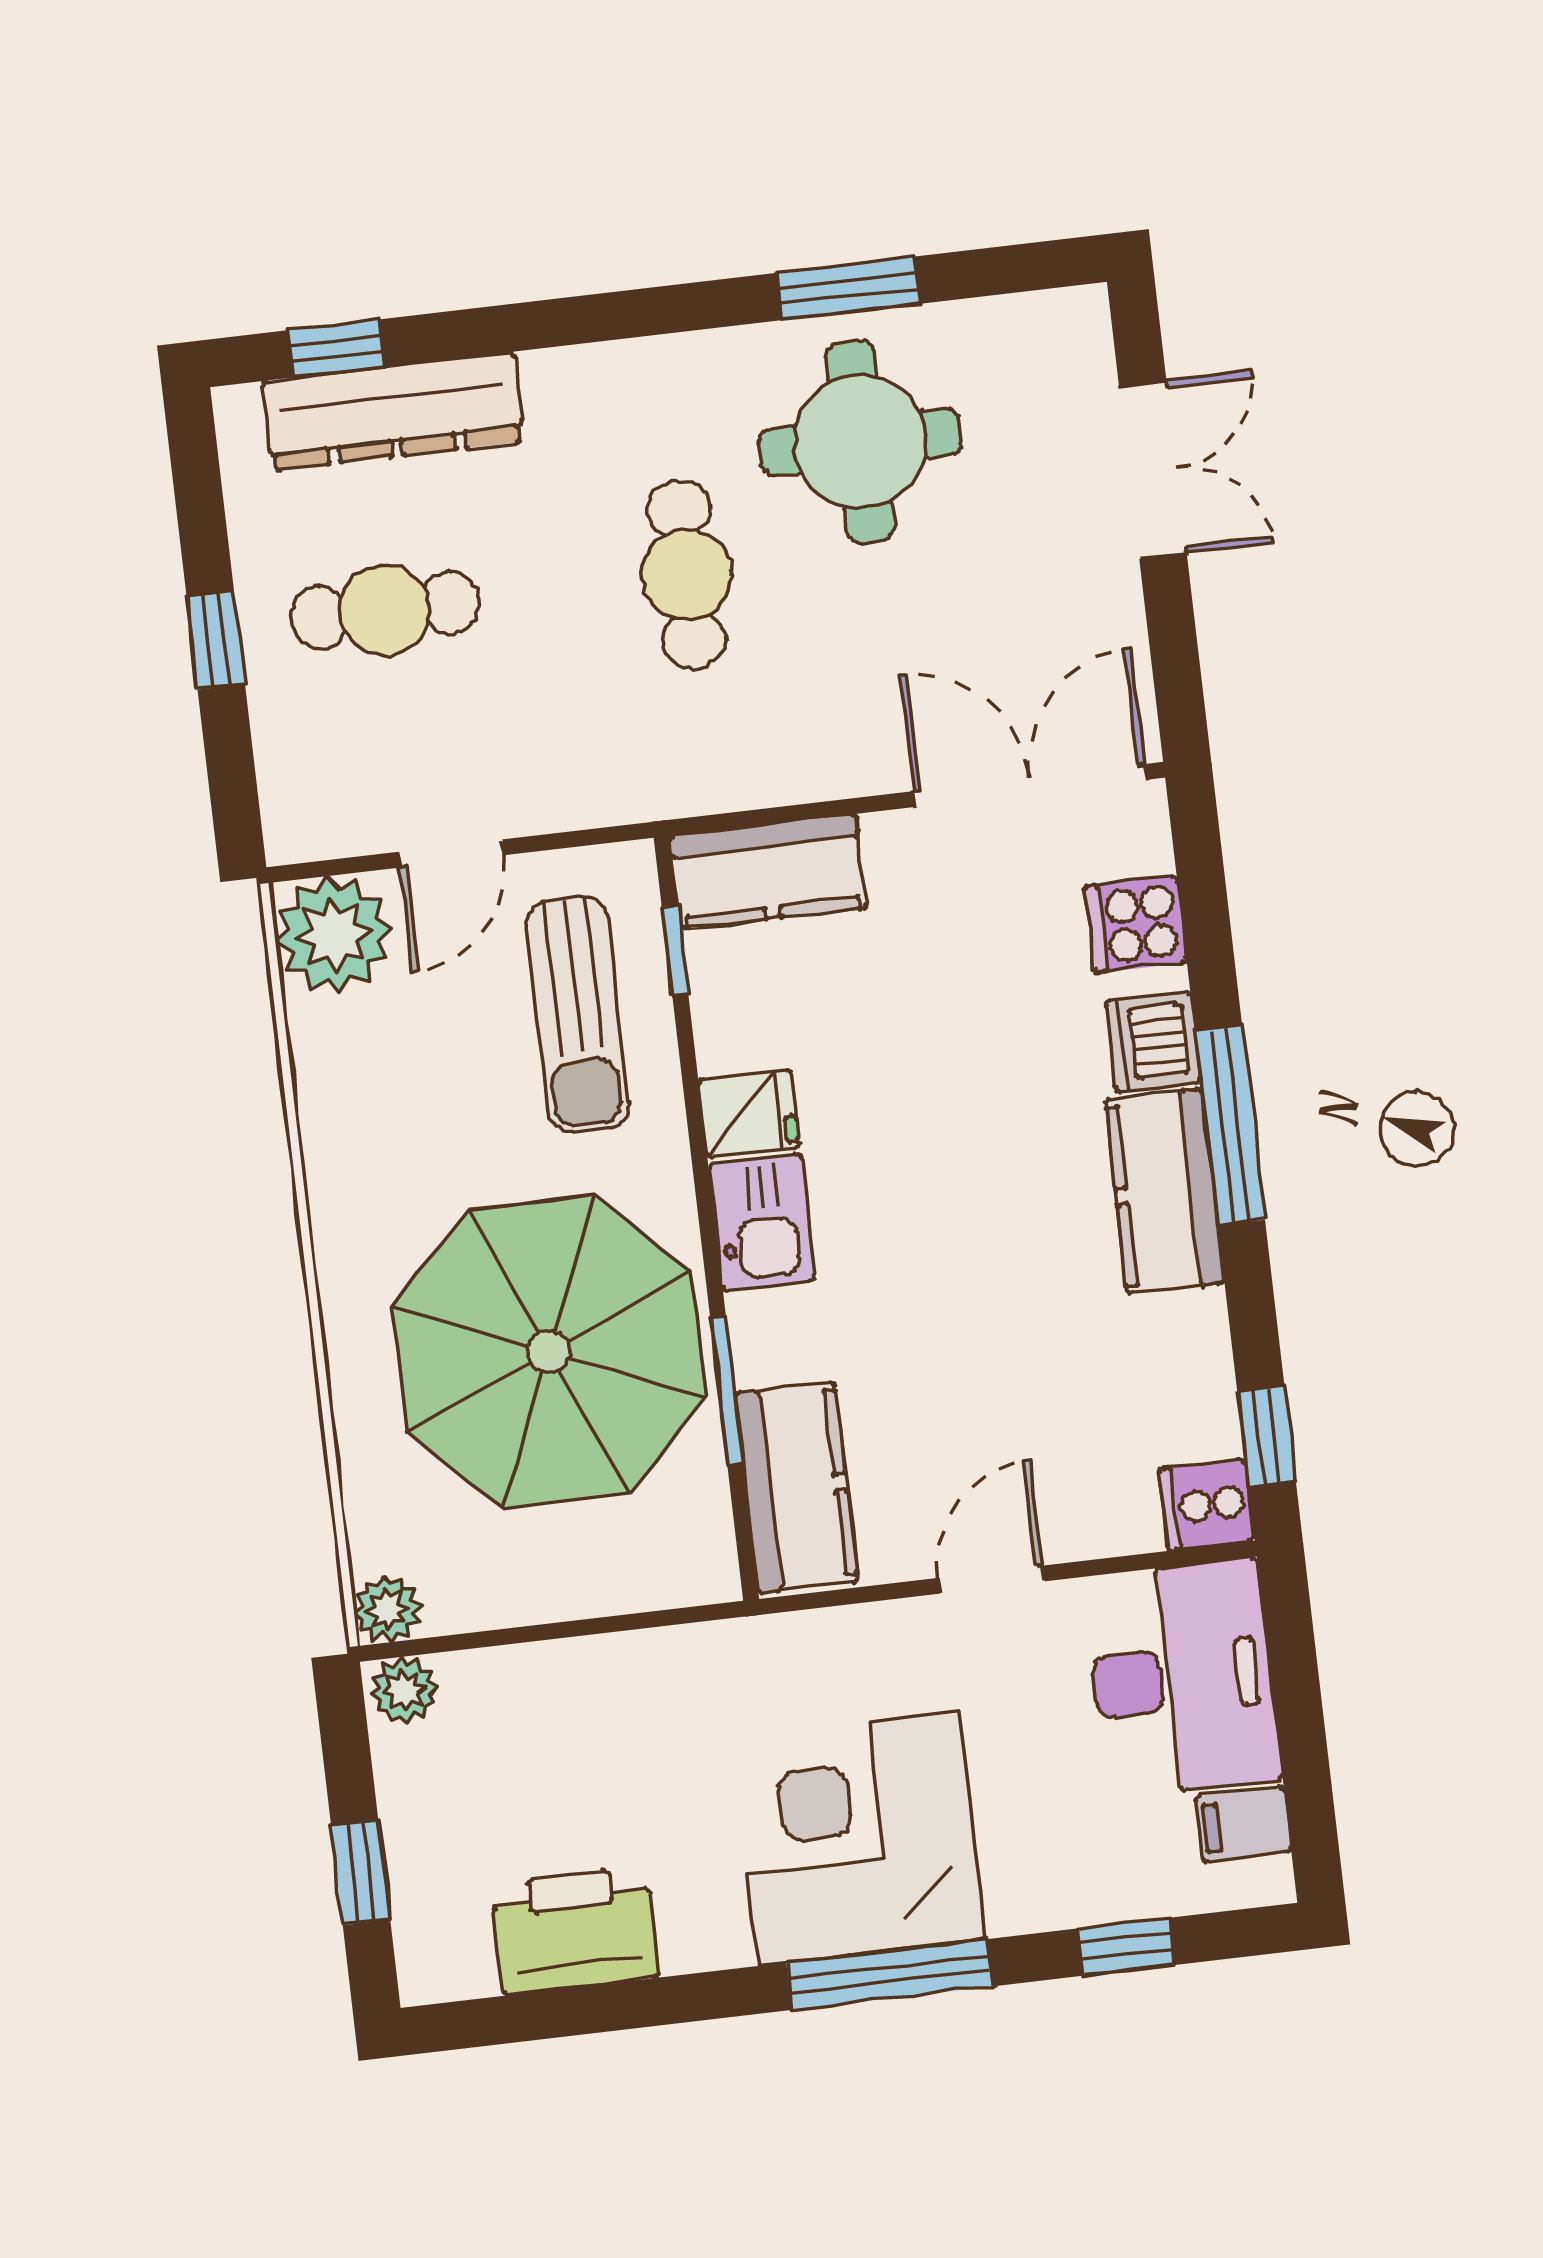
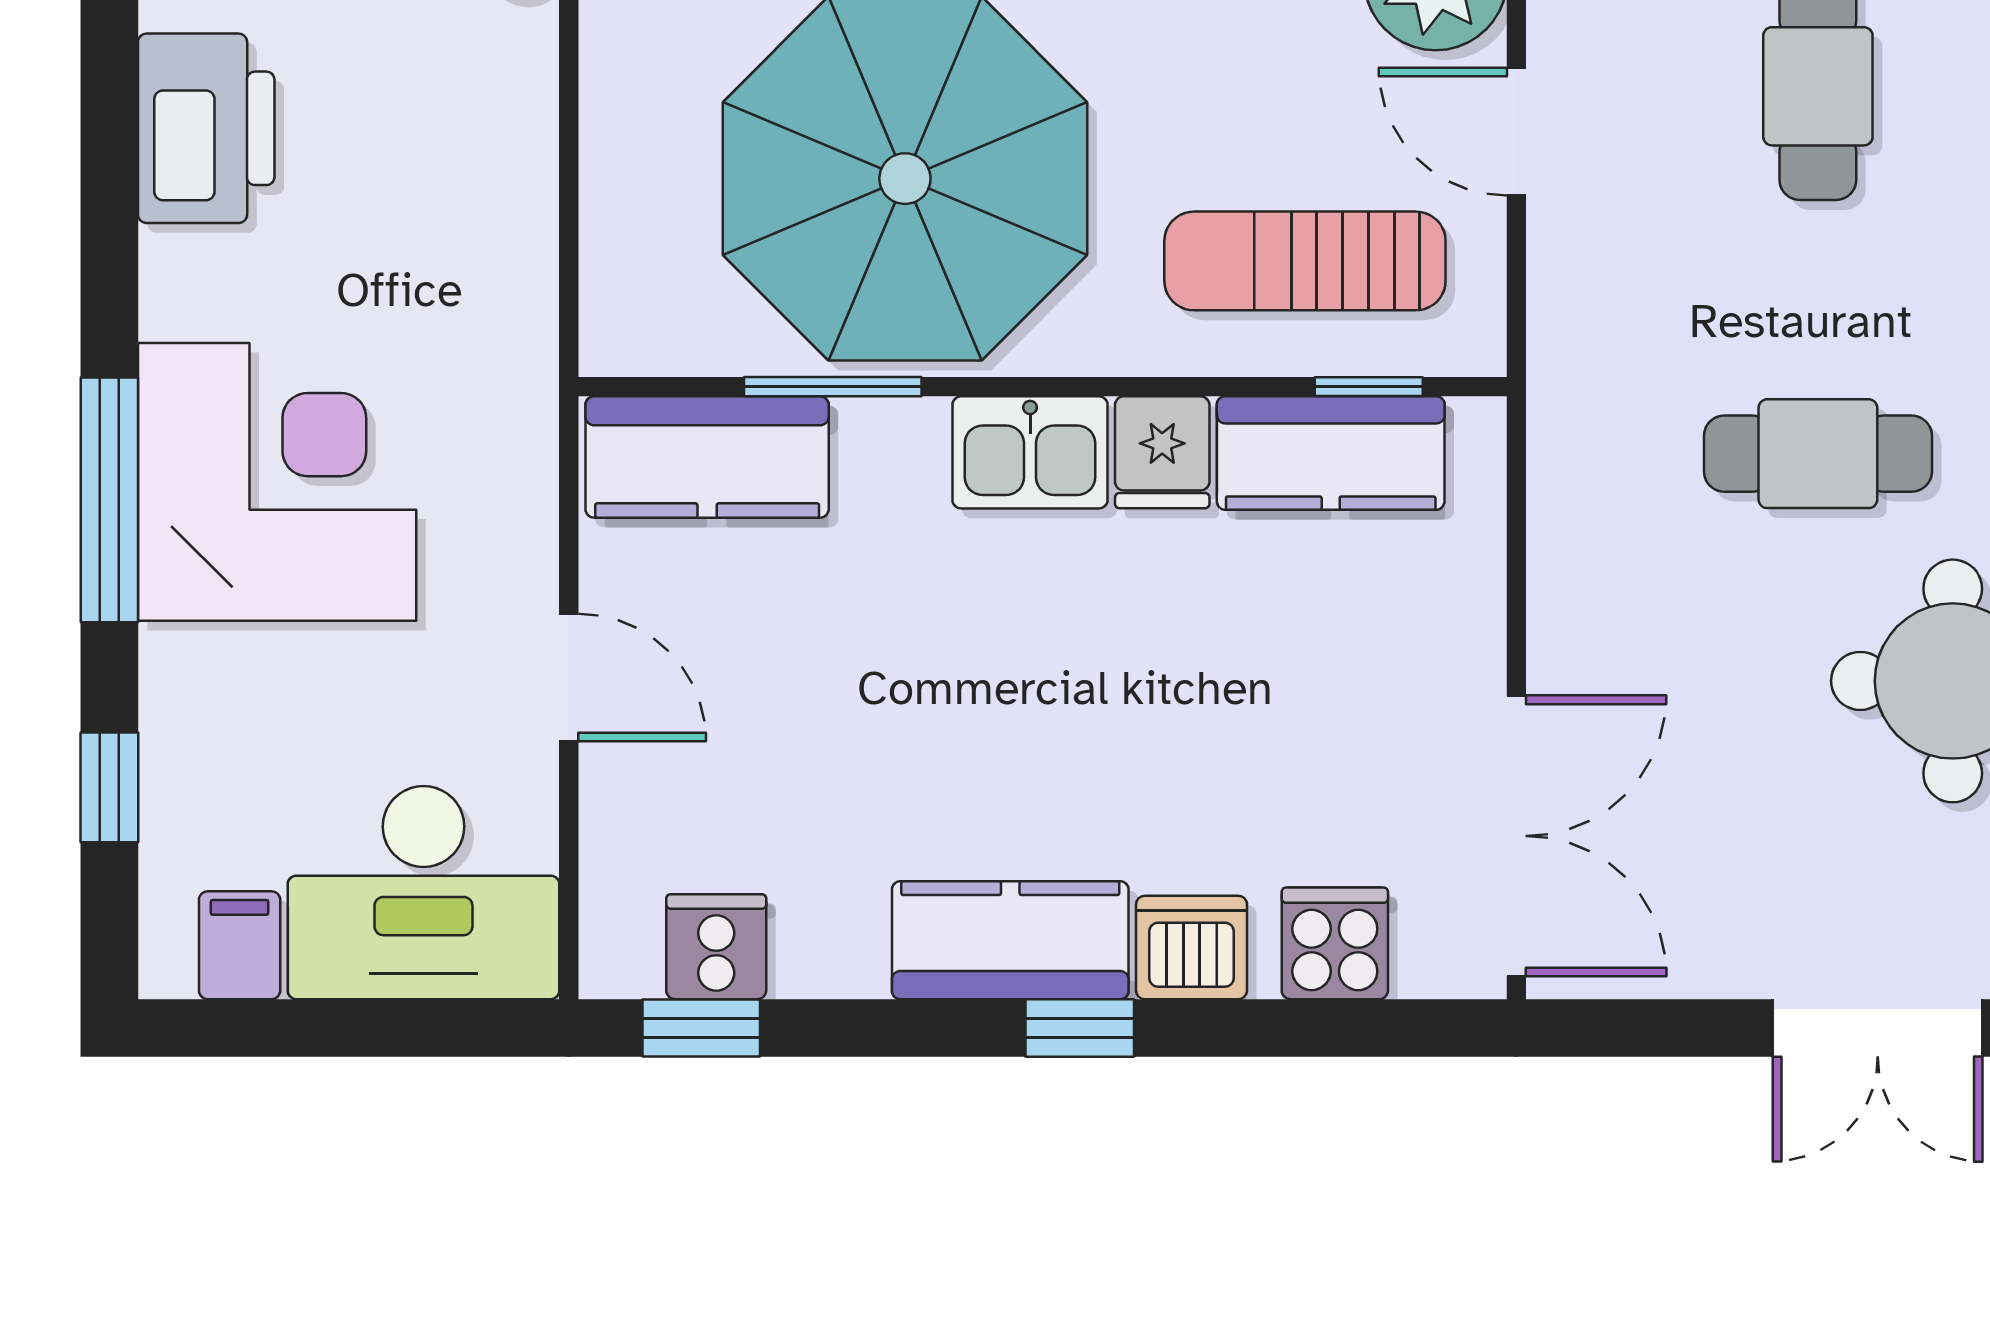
kitchen counter: (768, 872) -> (1331, 453), moved, turned -90
window: (1230, 1126) -> (1080, 1028), width x0.46
cooker: (1207, 1505) -> (716, 947), moved

